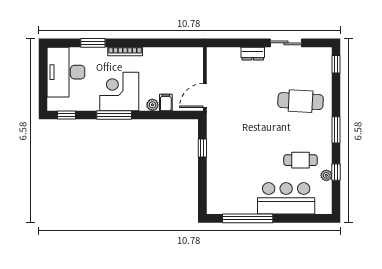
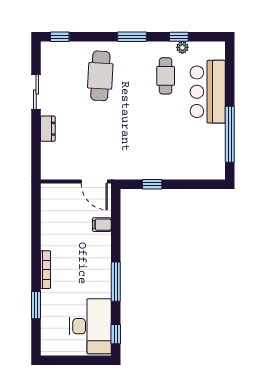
desk: (66, 72) -> (90, 326), moved, turned -90
corner desk: (119, 91) -> (90, 276), removed
plant: (152, 105) -> (104, 239), removed

